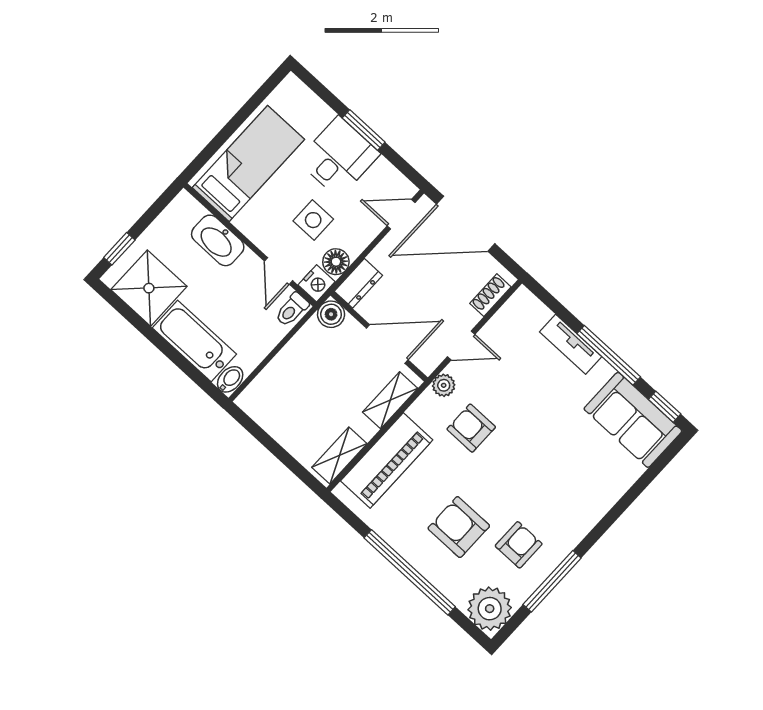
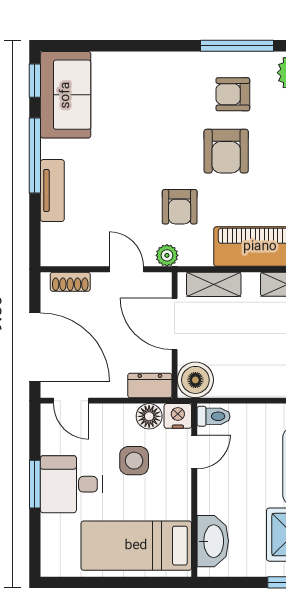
washbasin: (218, 240) -> (213, 541), moved
boiler: (331, 314) -> (195, 380), width x1.36, depth x1.36
armchair: (459, 527) -> (226, 151), moved

